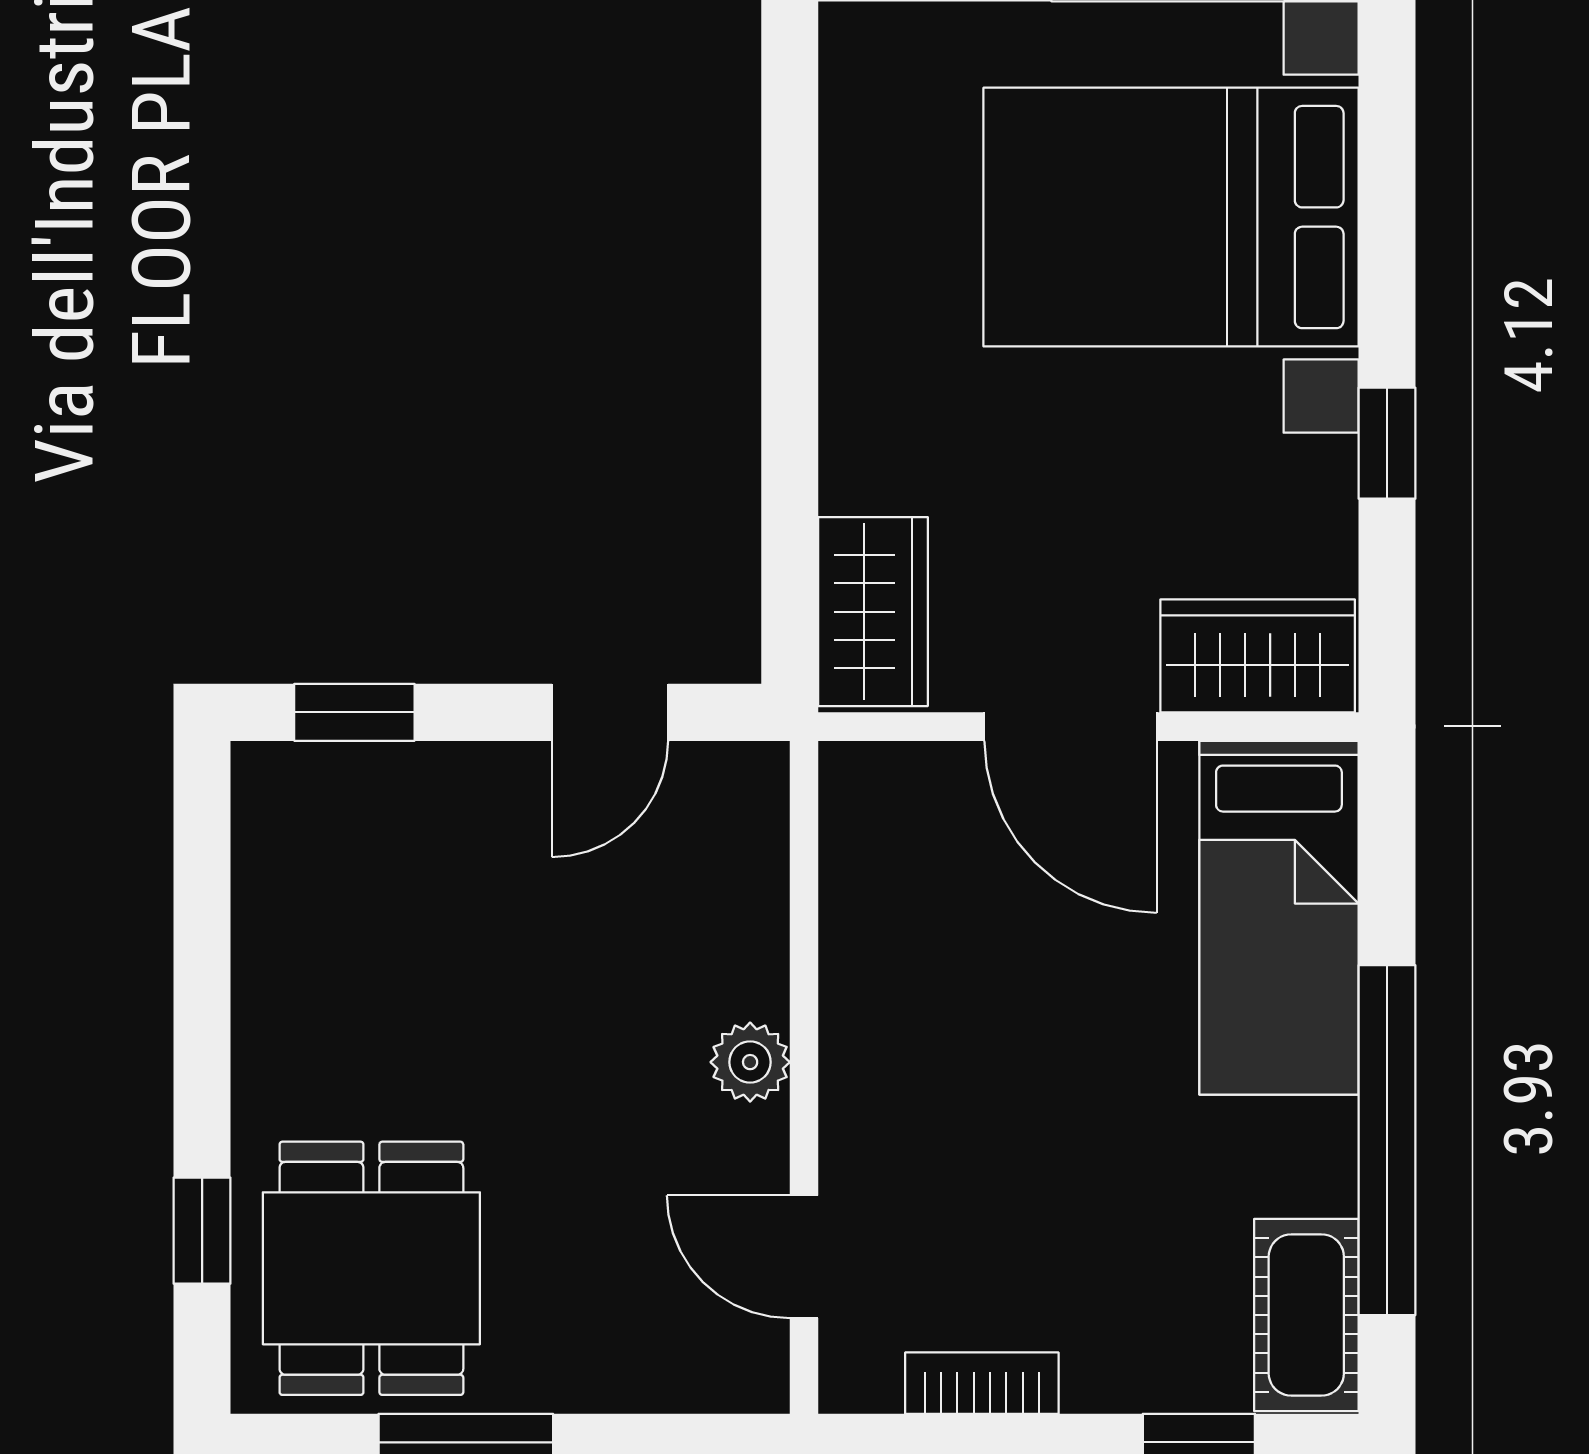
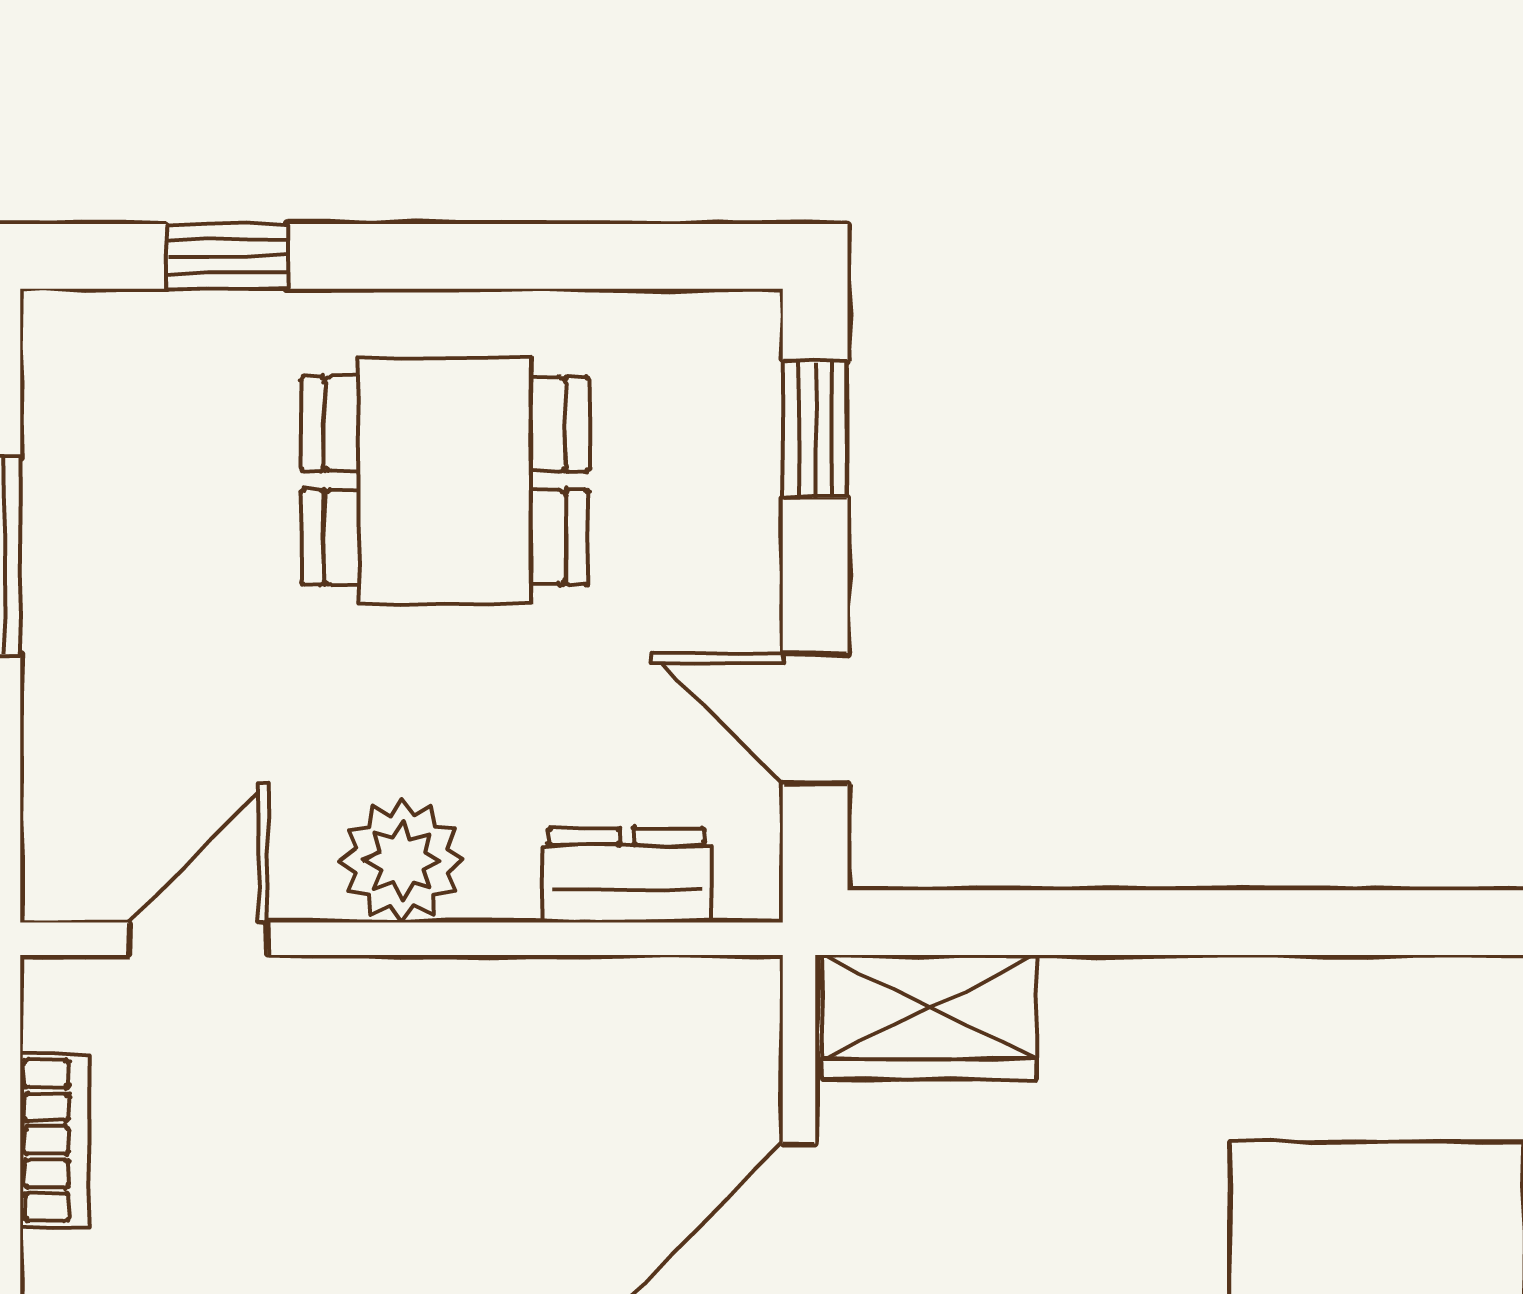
dresser: (748, 879) -> (627, 875), added
plant: (750, 1062) -> (402, 861), width x1.38, depth x1.38
dining table: (371, 1268) -> (445, 481), moved

